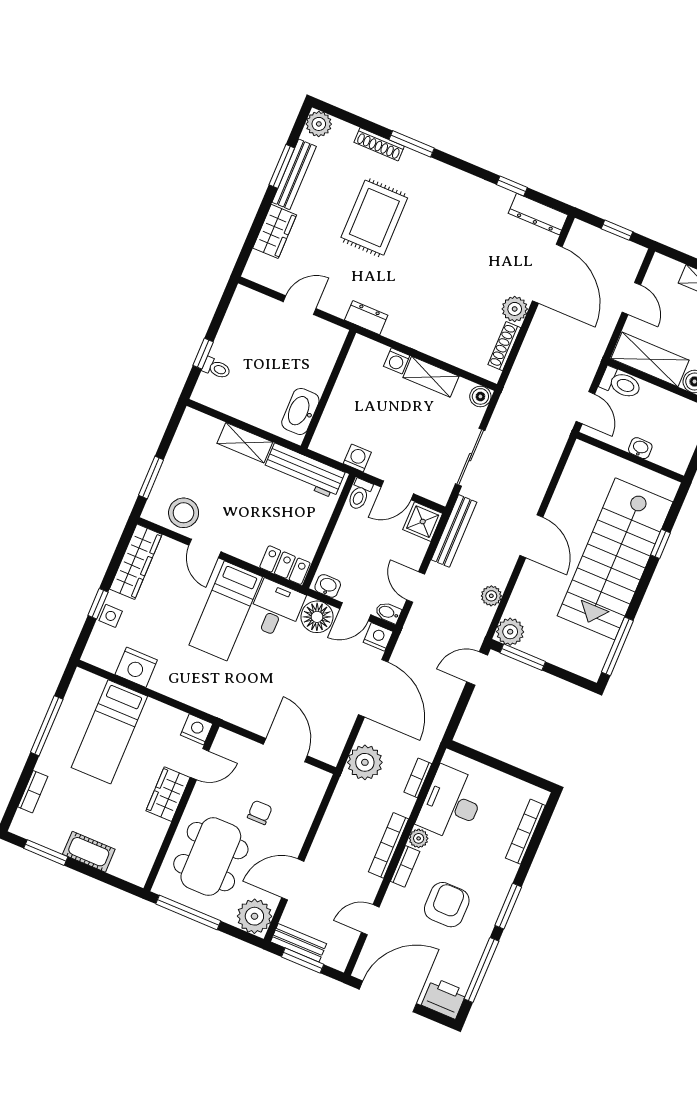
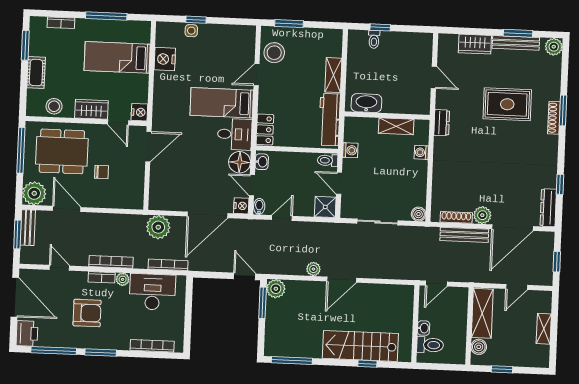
shoe rack: (379, 144) -> (554, 118), moved
shelving: (431, 377) -> (396, 126), moved, turned 90
toilet: (621, 383) -> (430, 345), moved, turned -90
bench: (454, 531) -> (464, 235), moved
stairs: (615, 559) -> (360, 346), width x0.73, depth x0.66
wardrobe: (136, 562) -> (232, 34), removed
plant: (491, 596) -> (313, 269), moved
door: (285, 750) -> (148, 147), moved
bookcase: (418, 778) -> (168, 265), width x1.56
stool: (145, 844) -> (54, 106), added

